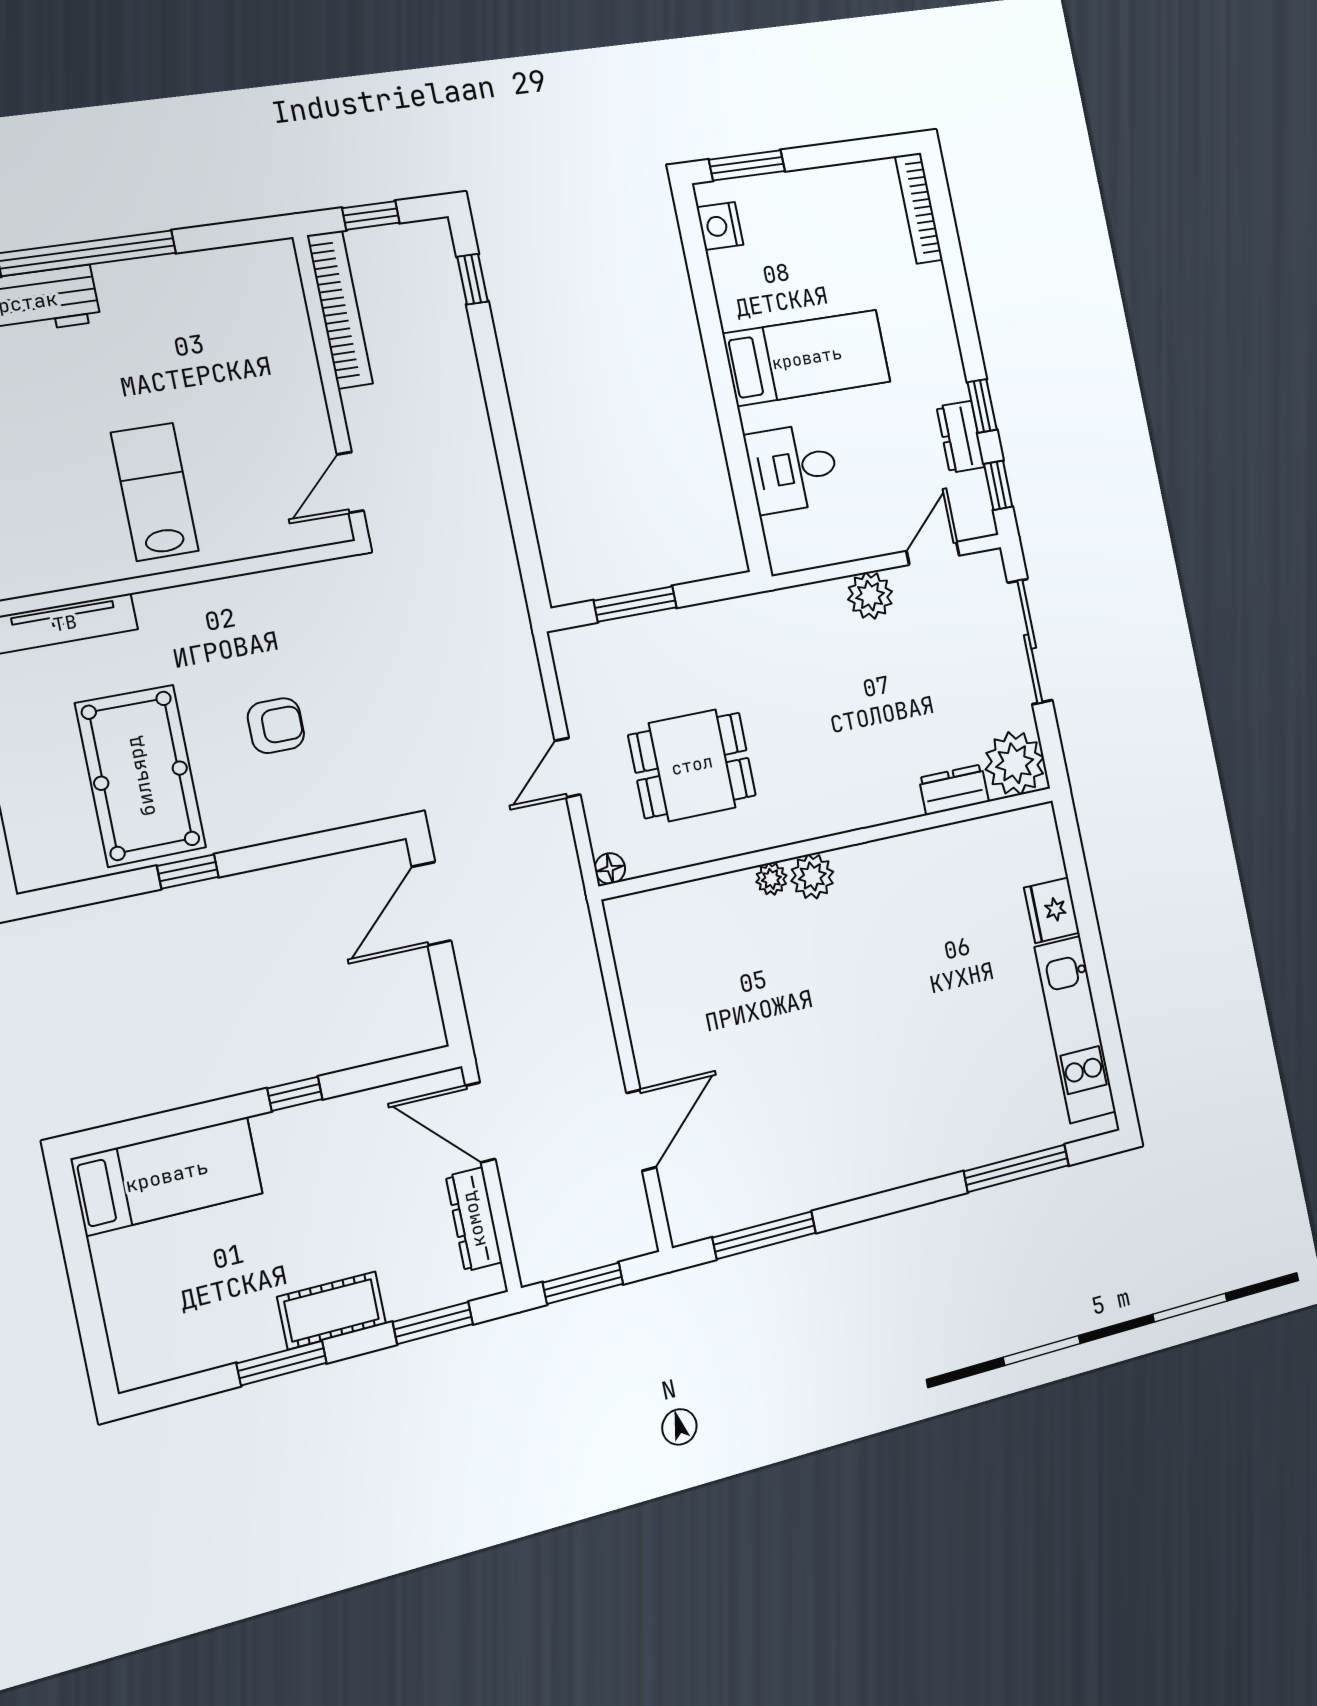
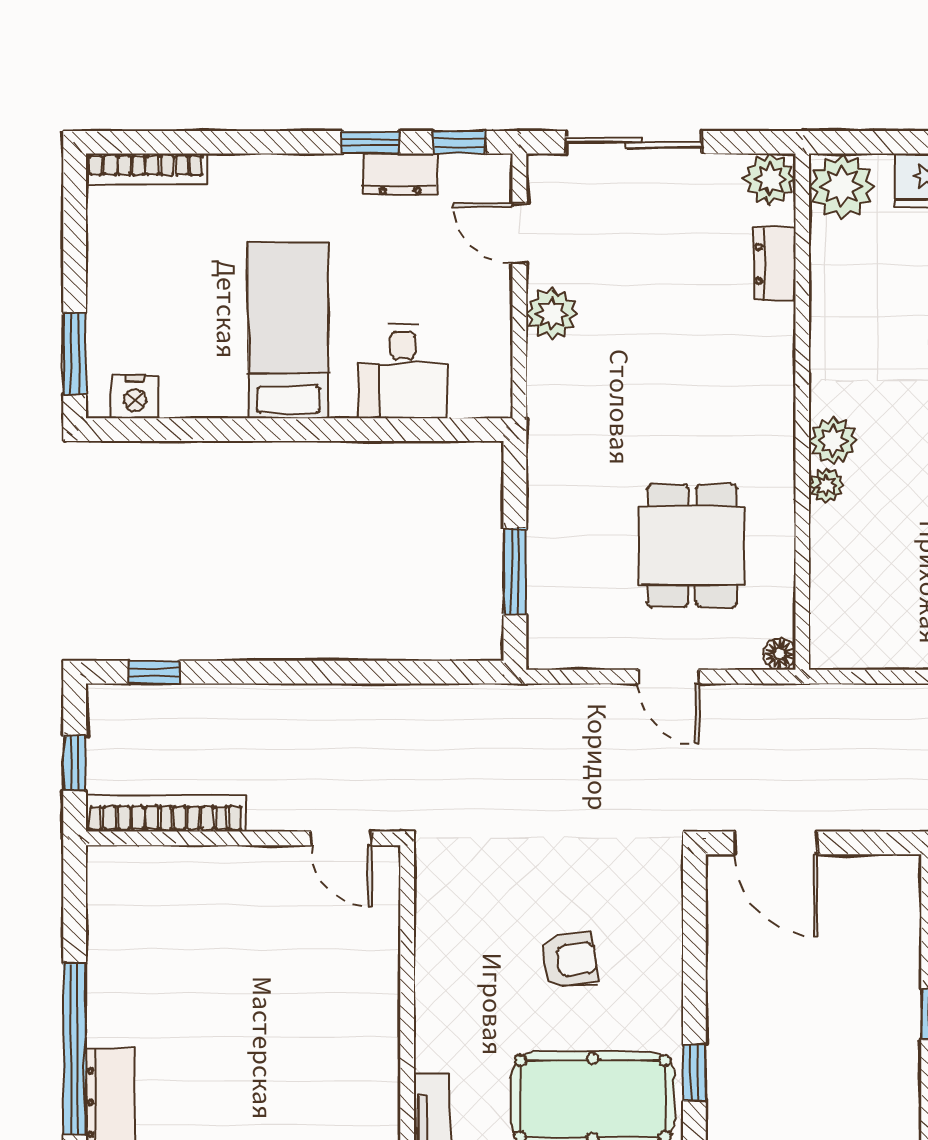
lab bench: (155, 492) -> (319, 1031), removed
armchair: (276, 726) -> (569, 960), turned 83
plant: (1015, 763) -> (770, 179), width x0.73, depth x0.73
plant: (1031, 836) -> (842, 186), added

